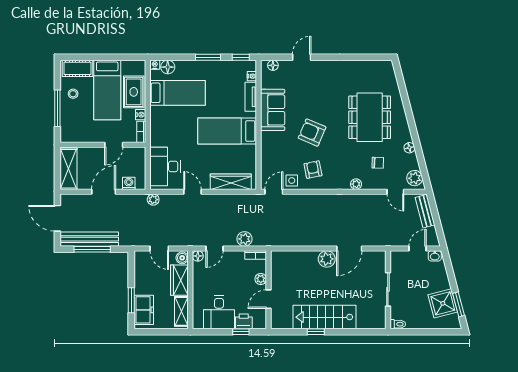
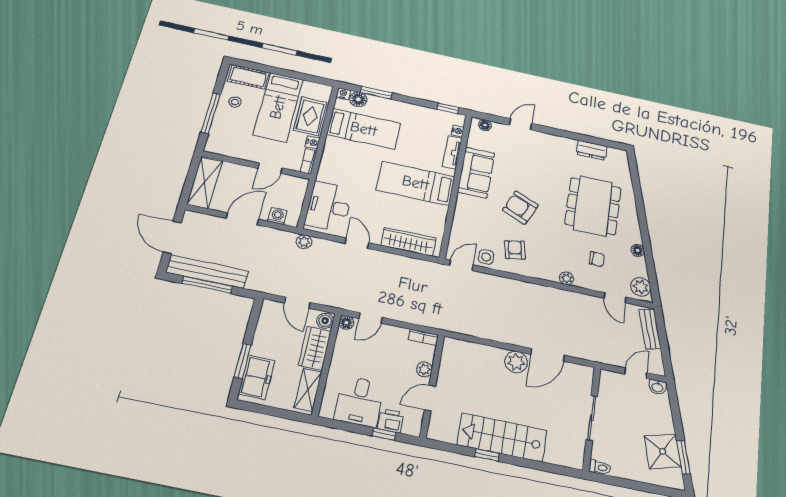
window: (208, 57) -> (376, 93), moved
dresser: (363, 67) -> (591, 150), added
plant: (244, 239) -> (413, 314), removed

